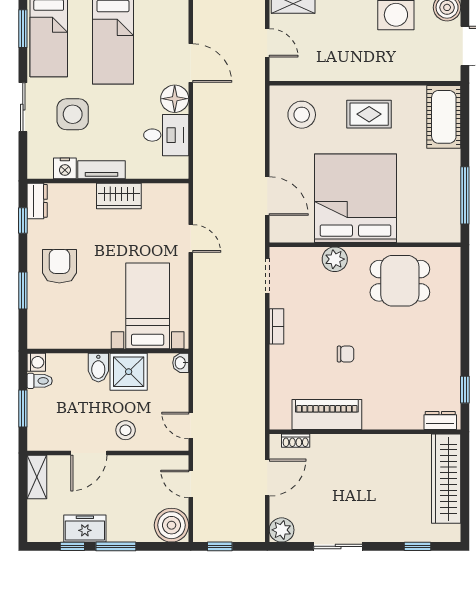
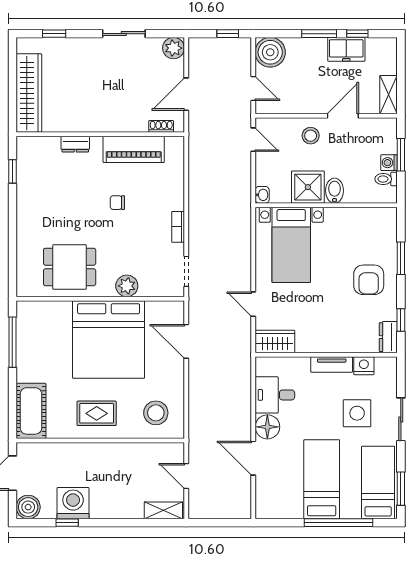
wardrobe: (119, 196) -> (275, 341), moved
washing machine: (36, 362) -> (389, 163), moved
dresser: (440, 420) -> (75, 144), moved

